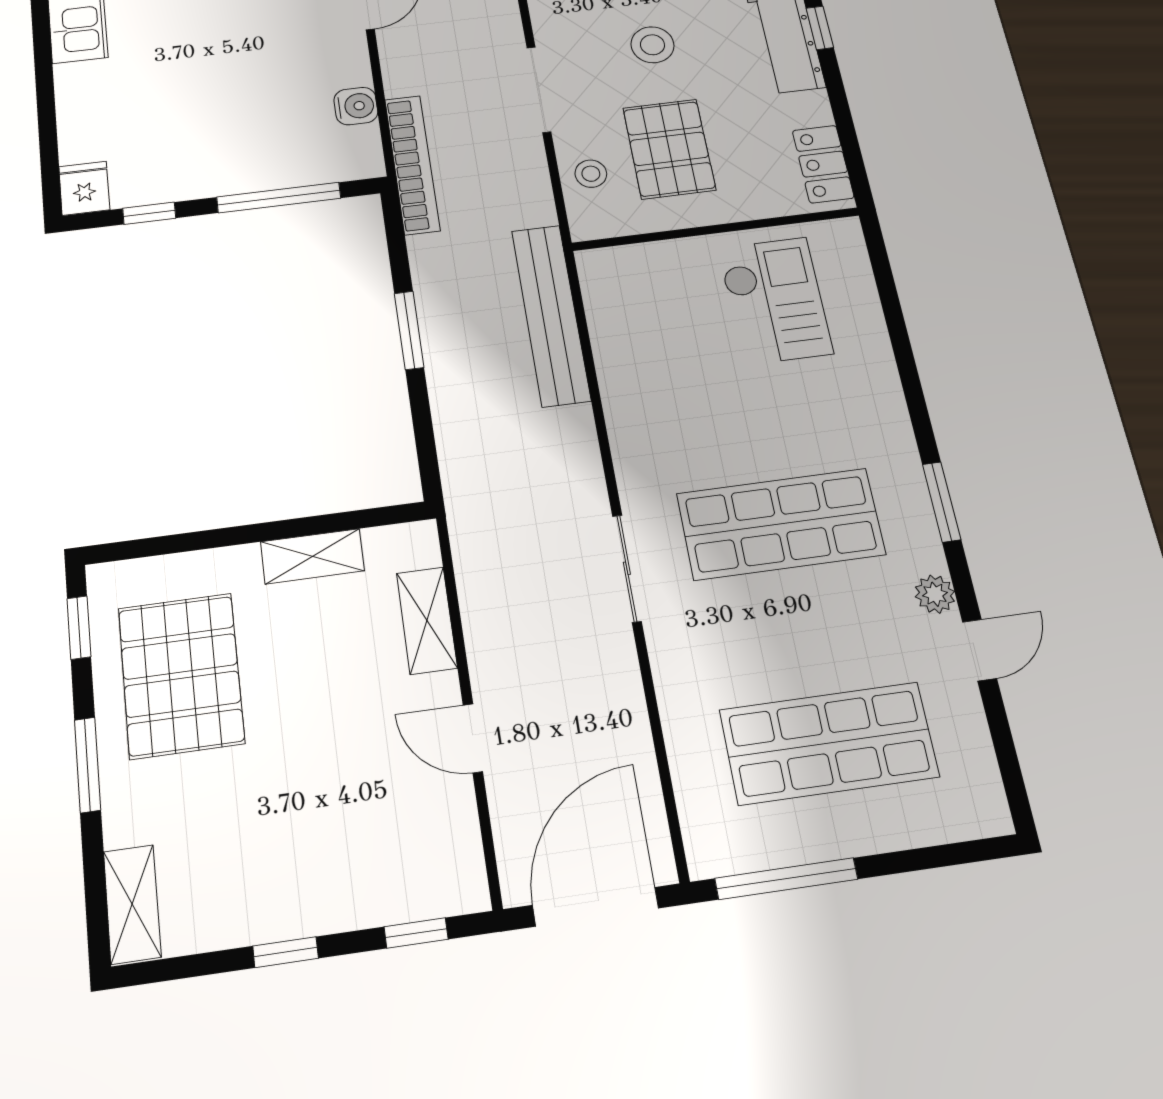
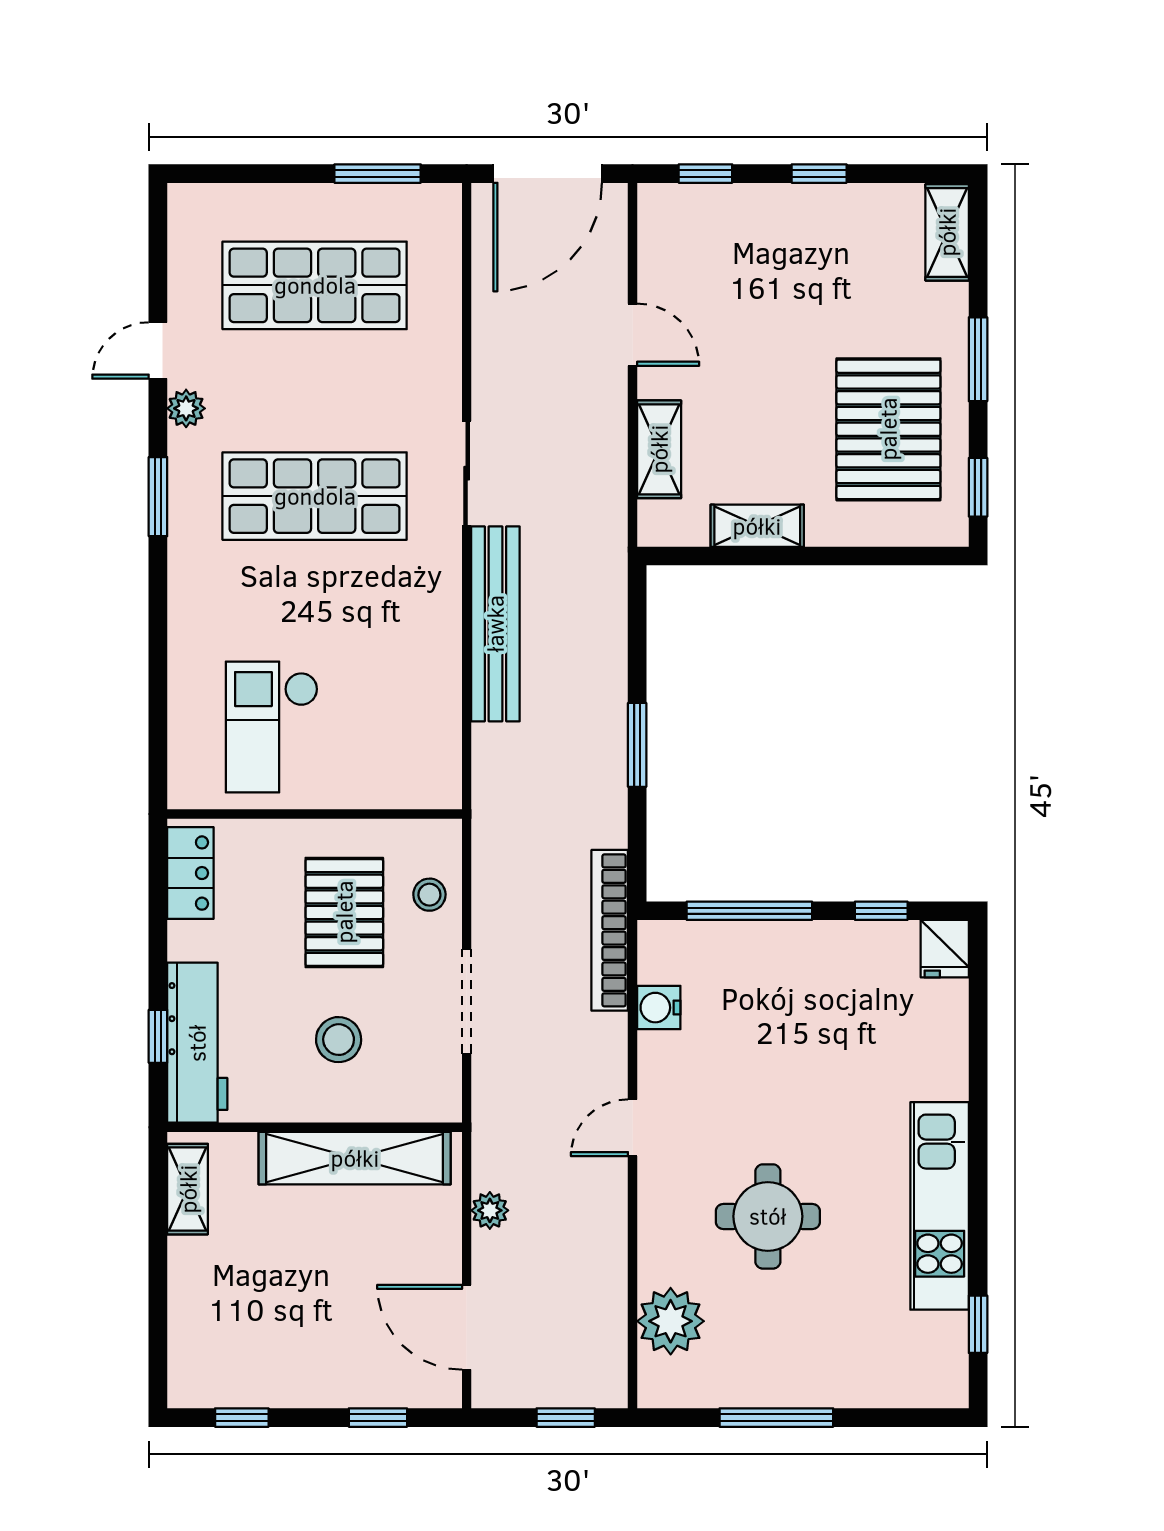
bench: (551, 315) -> (495, 624), moved
window: (786, 879) -> (378, 174), width x0.69

